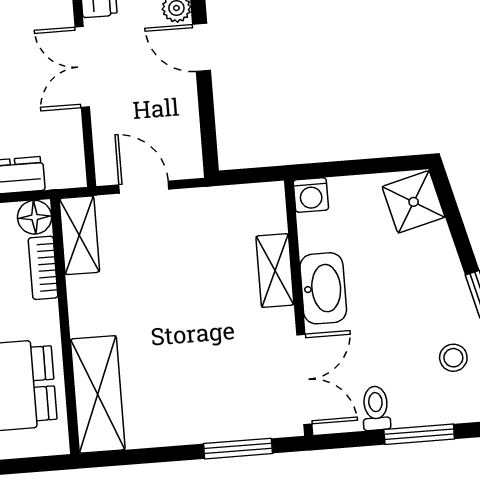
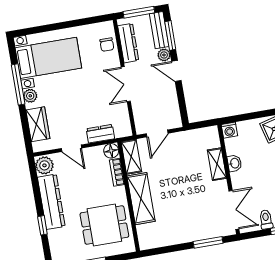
door: (144, 187) -> (157, 133), swing flipped
washbasin: (323, 288) -> (234, 163), width x0.52, depth x0.69
shelving: (98, 394) -> (141, 199), moved

